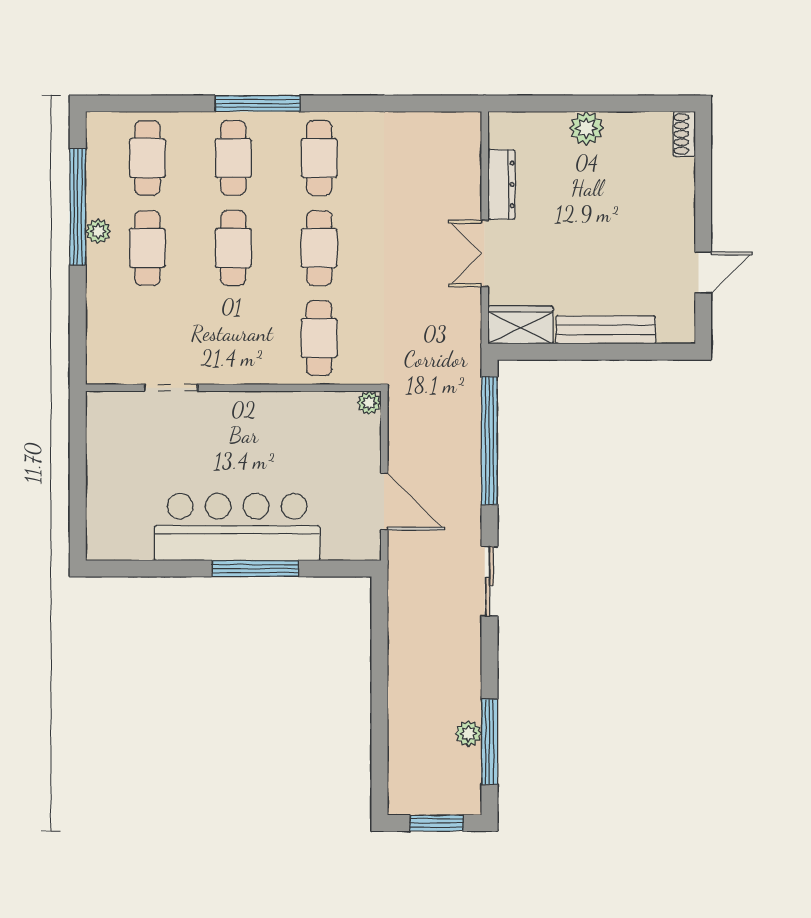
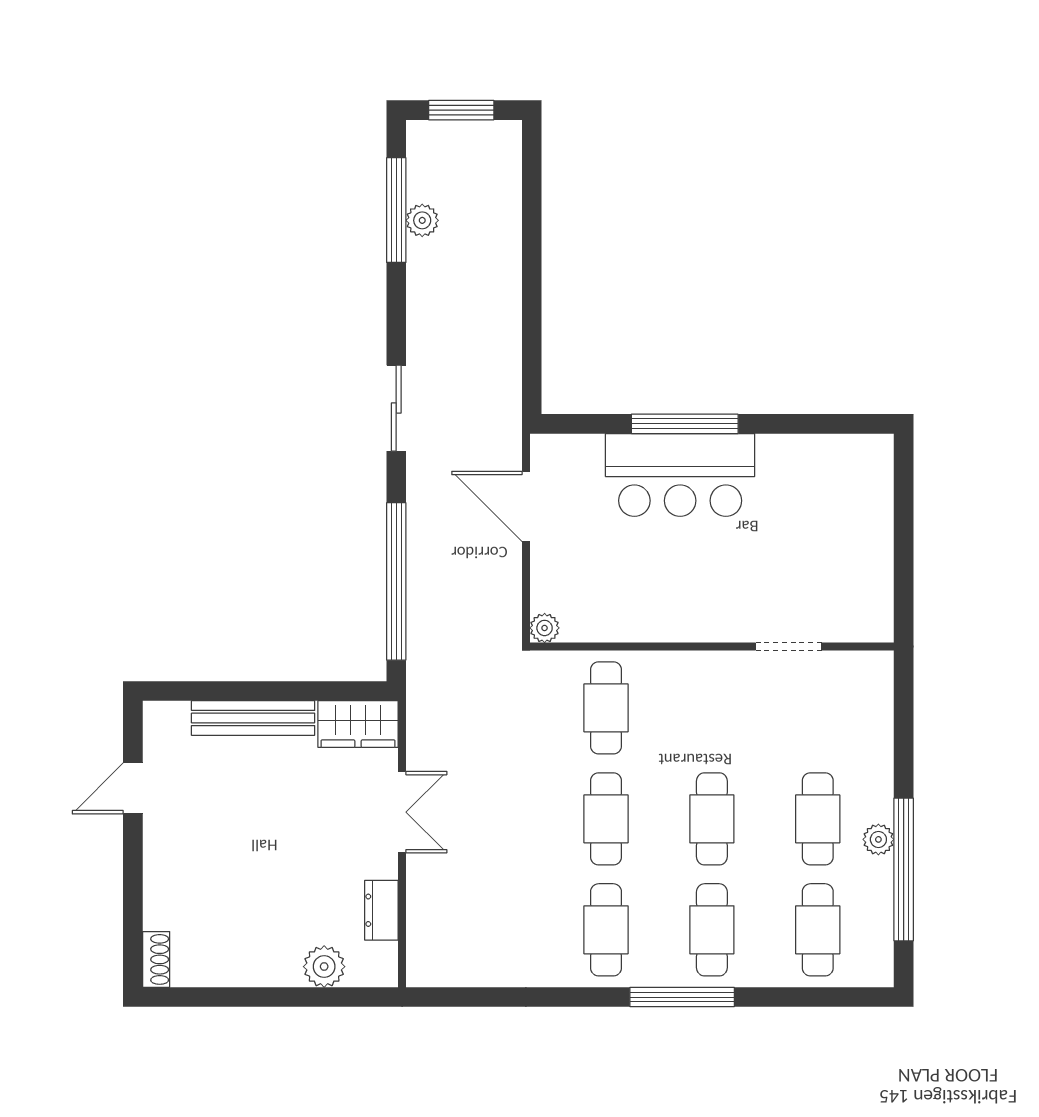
plant: (586, 128) -> (324, 967), moved
dresser: (501, 184) -> (381, 910), width x0.70
bar counter: (237, 527) -> (680, 475), width x0.73

